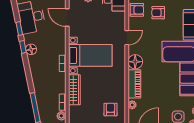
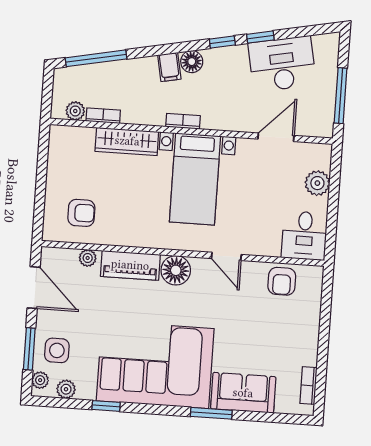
armchair: (158, 13) -> (273, 325), removed
floor lamp: (31, 49) -> (192, 62), moved
filing cabinet: (37, 72) -> (169, 67), added

